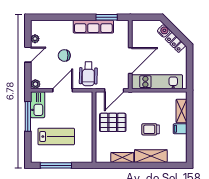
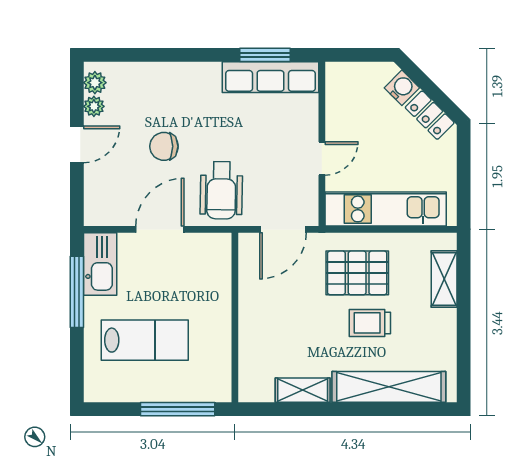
row of seats: (93, 27) -> (270, 77), moved
door: (130, 61) -> (322, 158), width x0.53
plant: (35, 84) -> (95, 83), moved
pallet: (113, 122) -> (357, 273), moved
filing cabinet: (180, 129) -> (441, 322), removed
shelving: (151, 156) -> (389, 387), width x1.47
window: (56, 165) -> (178, 409), moved

